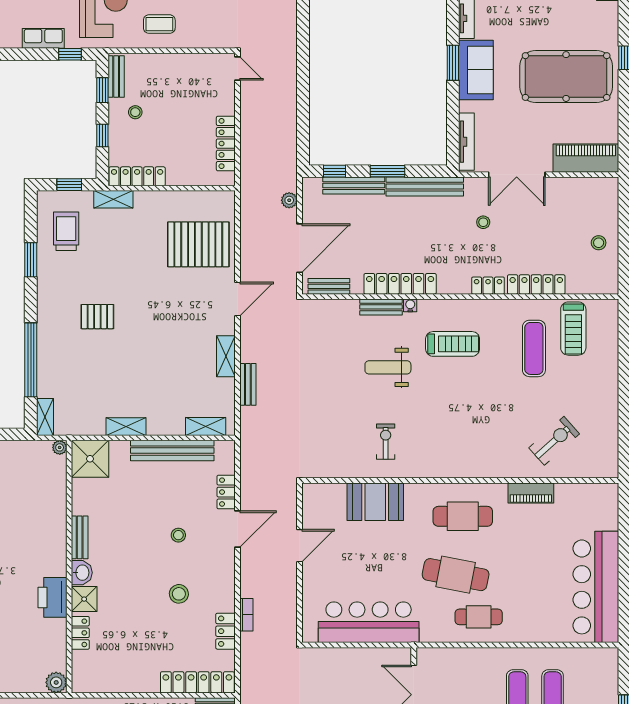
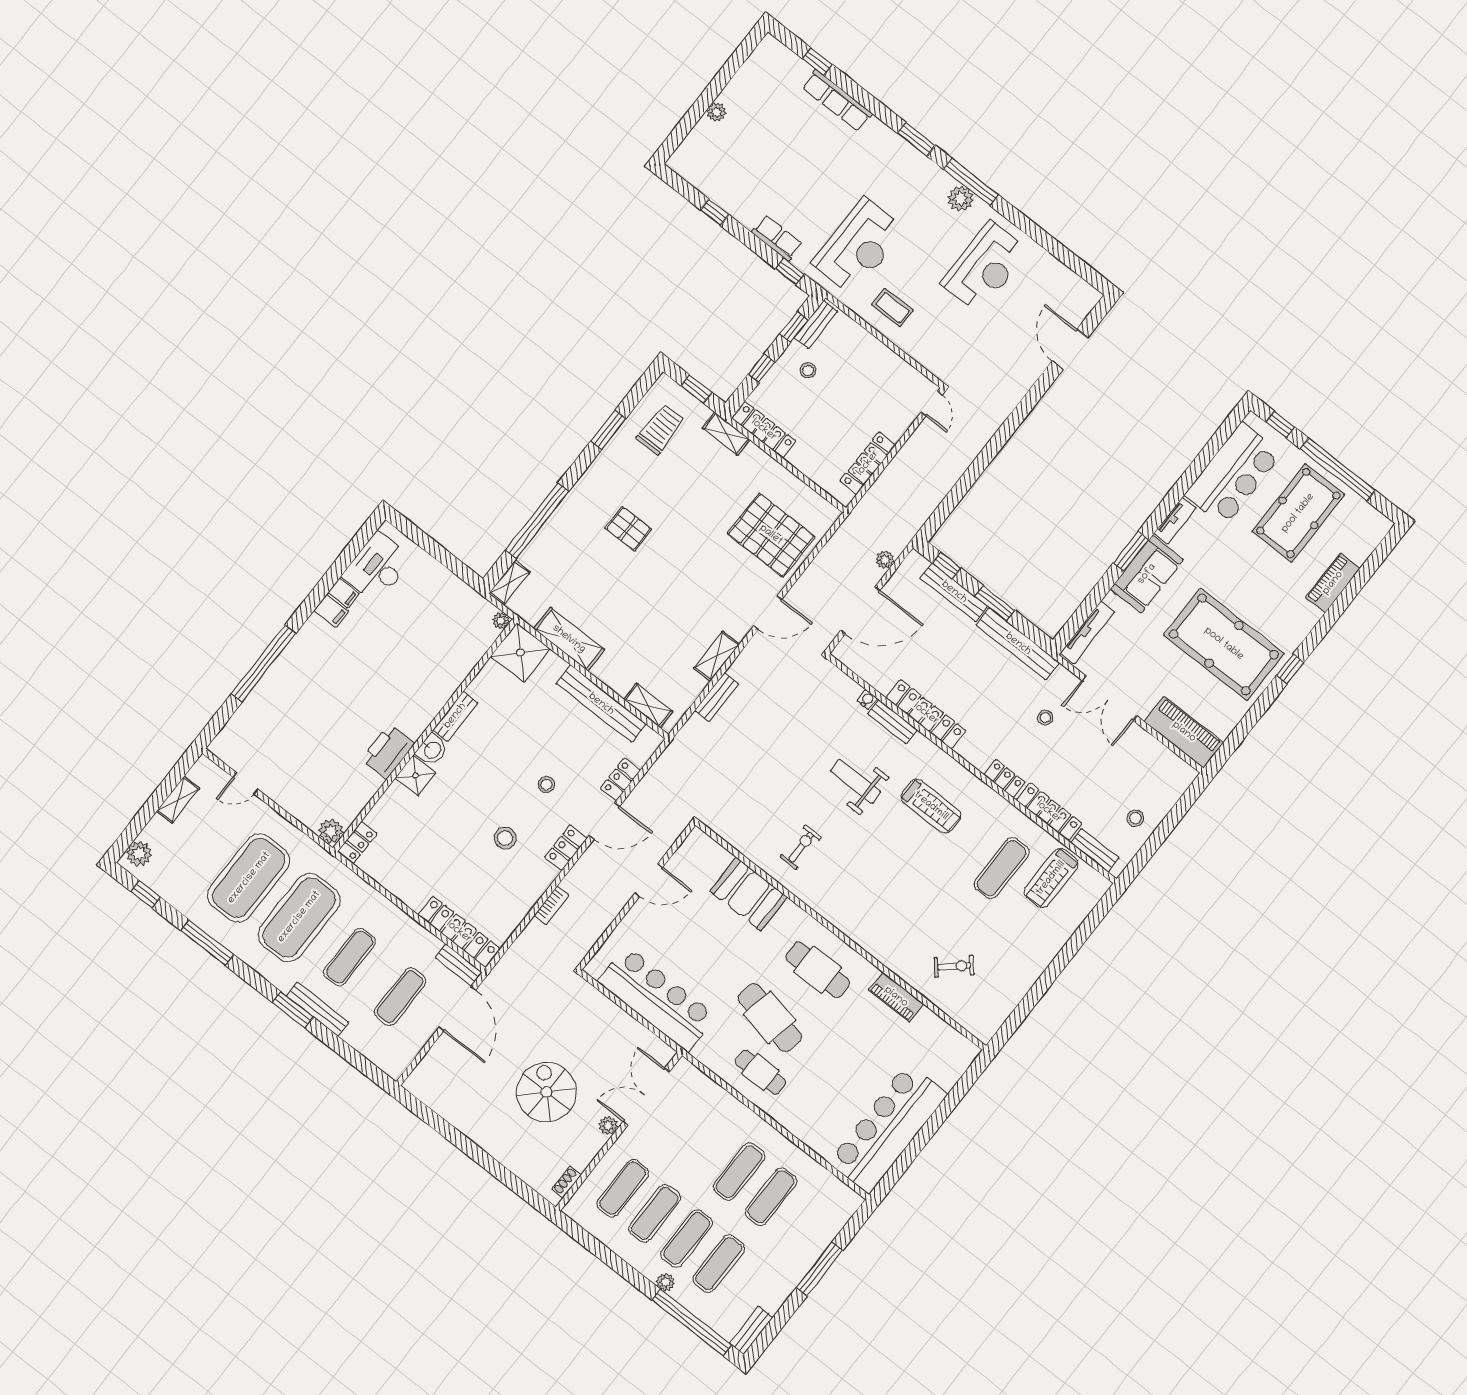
bench: (329, 286) -> (1095, 850), moved
water cooler: (410, 305) -> (867, 700), moved
shelving: (126, 427) -> (569, 639), width x1.50, depth x1.33
exercise bike: (554, 441) -> (954, 966), width x0.73, depth x0.72
locker: (226, 631) -> (566, 848), moved
locker: (80, 633) -> (358, 842), moved

